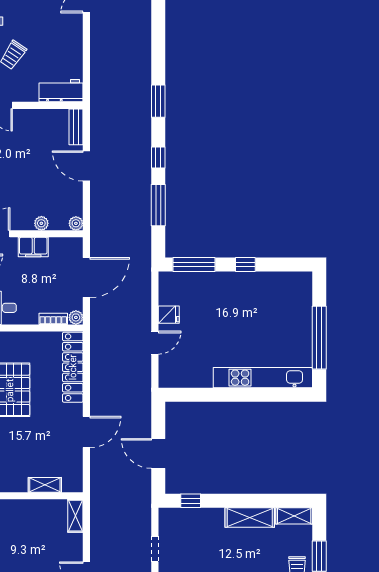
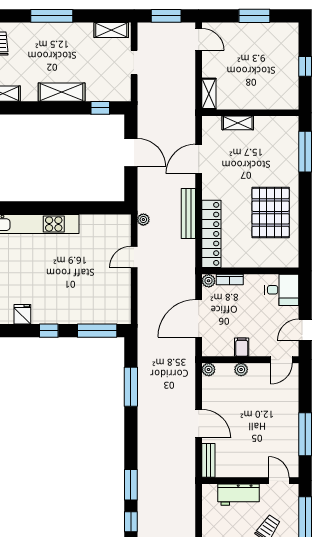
workbench: (61, 91) -> (238, 495), moved
window: (158, 157) -> (131, 522), moved
filing cabinet: (33, 247) -> (242, 347), width x0.50
fridge: (169, 315) -> (22, 314), moved, turned 90
plant: (145, 382) -> (143, 220), added
bench: (97, 389) -> (188, 213), added
door: (86, 432) -> (199, 159), moved
shelving: (250, 518) -> (62, 92), moved

